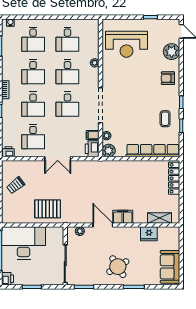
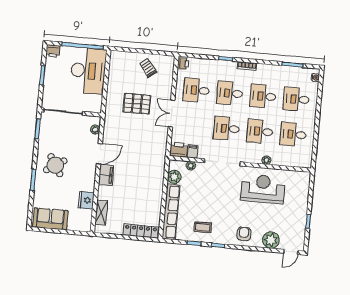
reception desk: (126, 44) -> (263, 189), moved, turned 90
plant: (109, 151) -> (174, 177), moved
pallet: (48, 209) -> (137, 104), moved, turned 90

